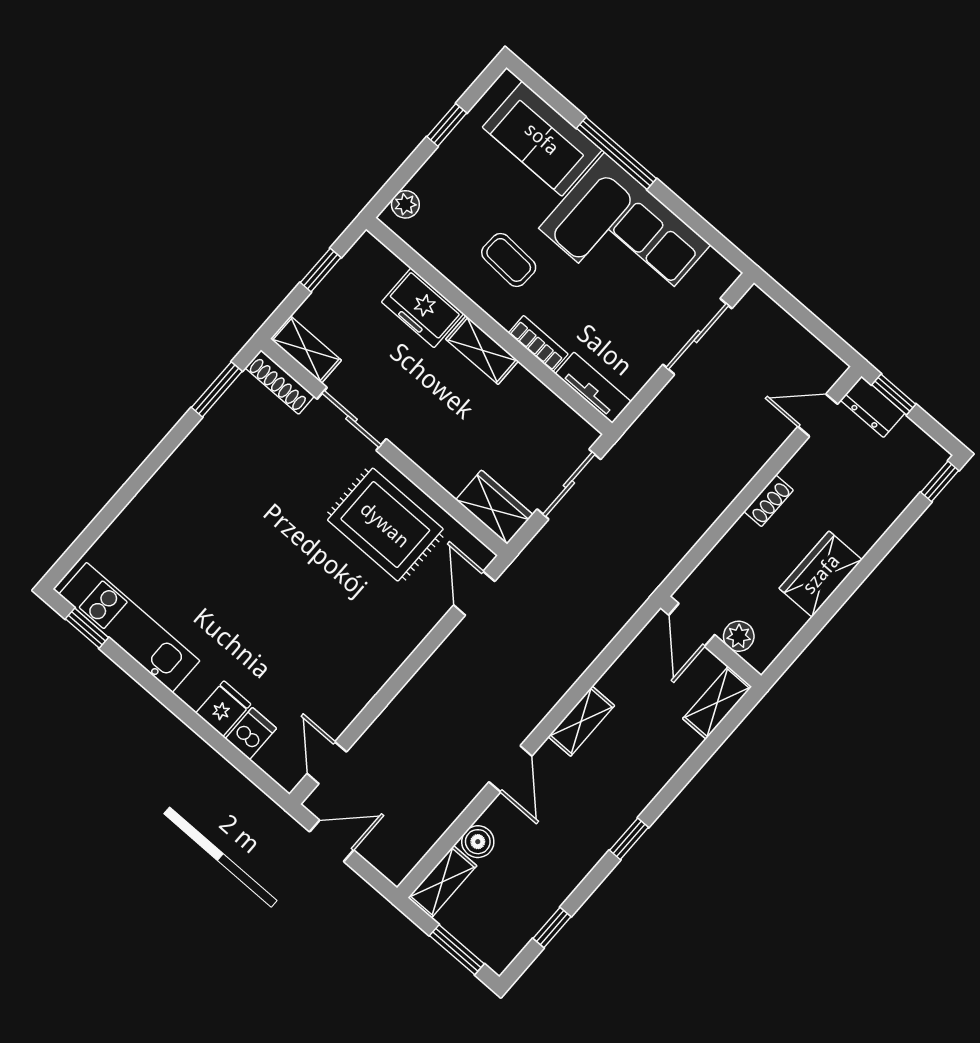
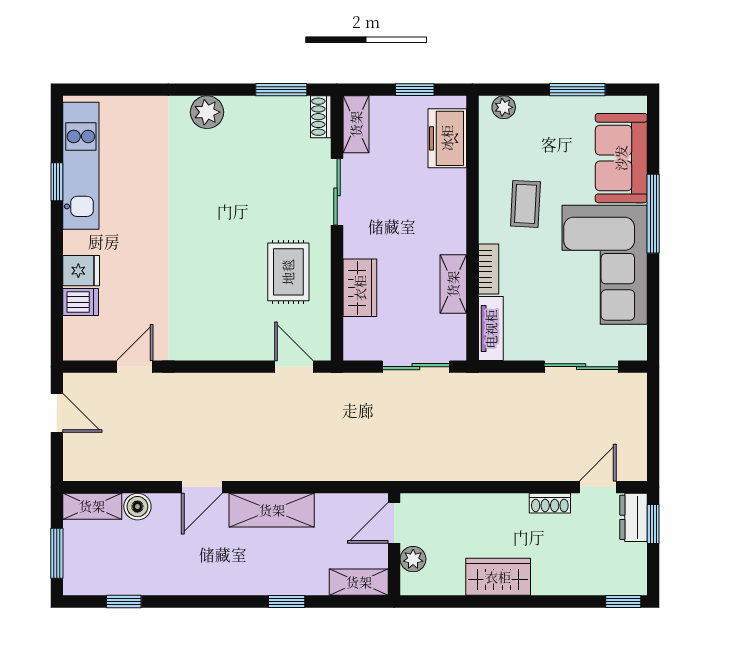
window: (447, 125) -> (577, 90), width x1.50
freezer: (423, 308) -> (447, 138), moved
shelving: (482, 350) -> (453, 284), moved
shoe rack: (280, 382) -> (321, 117), width x0.70
door: (818, 415) -> (598, 487), hinge flipped
plant: (179, 473) -> (207, 112), added
shoe rack: (769, 501) -> (550, 503), moved
wardrobe: (494, 507) -> (360, 288), moved
rug: (385, 525) -> (288, 272), width x0.73, depth x0.70
door: (474, 593) -> (294, 367), hinge flipped
window: (87, 628) -> (57, 182), moved
shelving: (581, 721) -> (272, 510), width x1.50, depth x1.33
door: (327, 763) -> (135, 367), moved
window: (629, 839) -> (287, 602), moved

